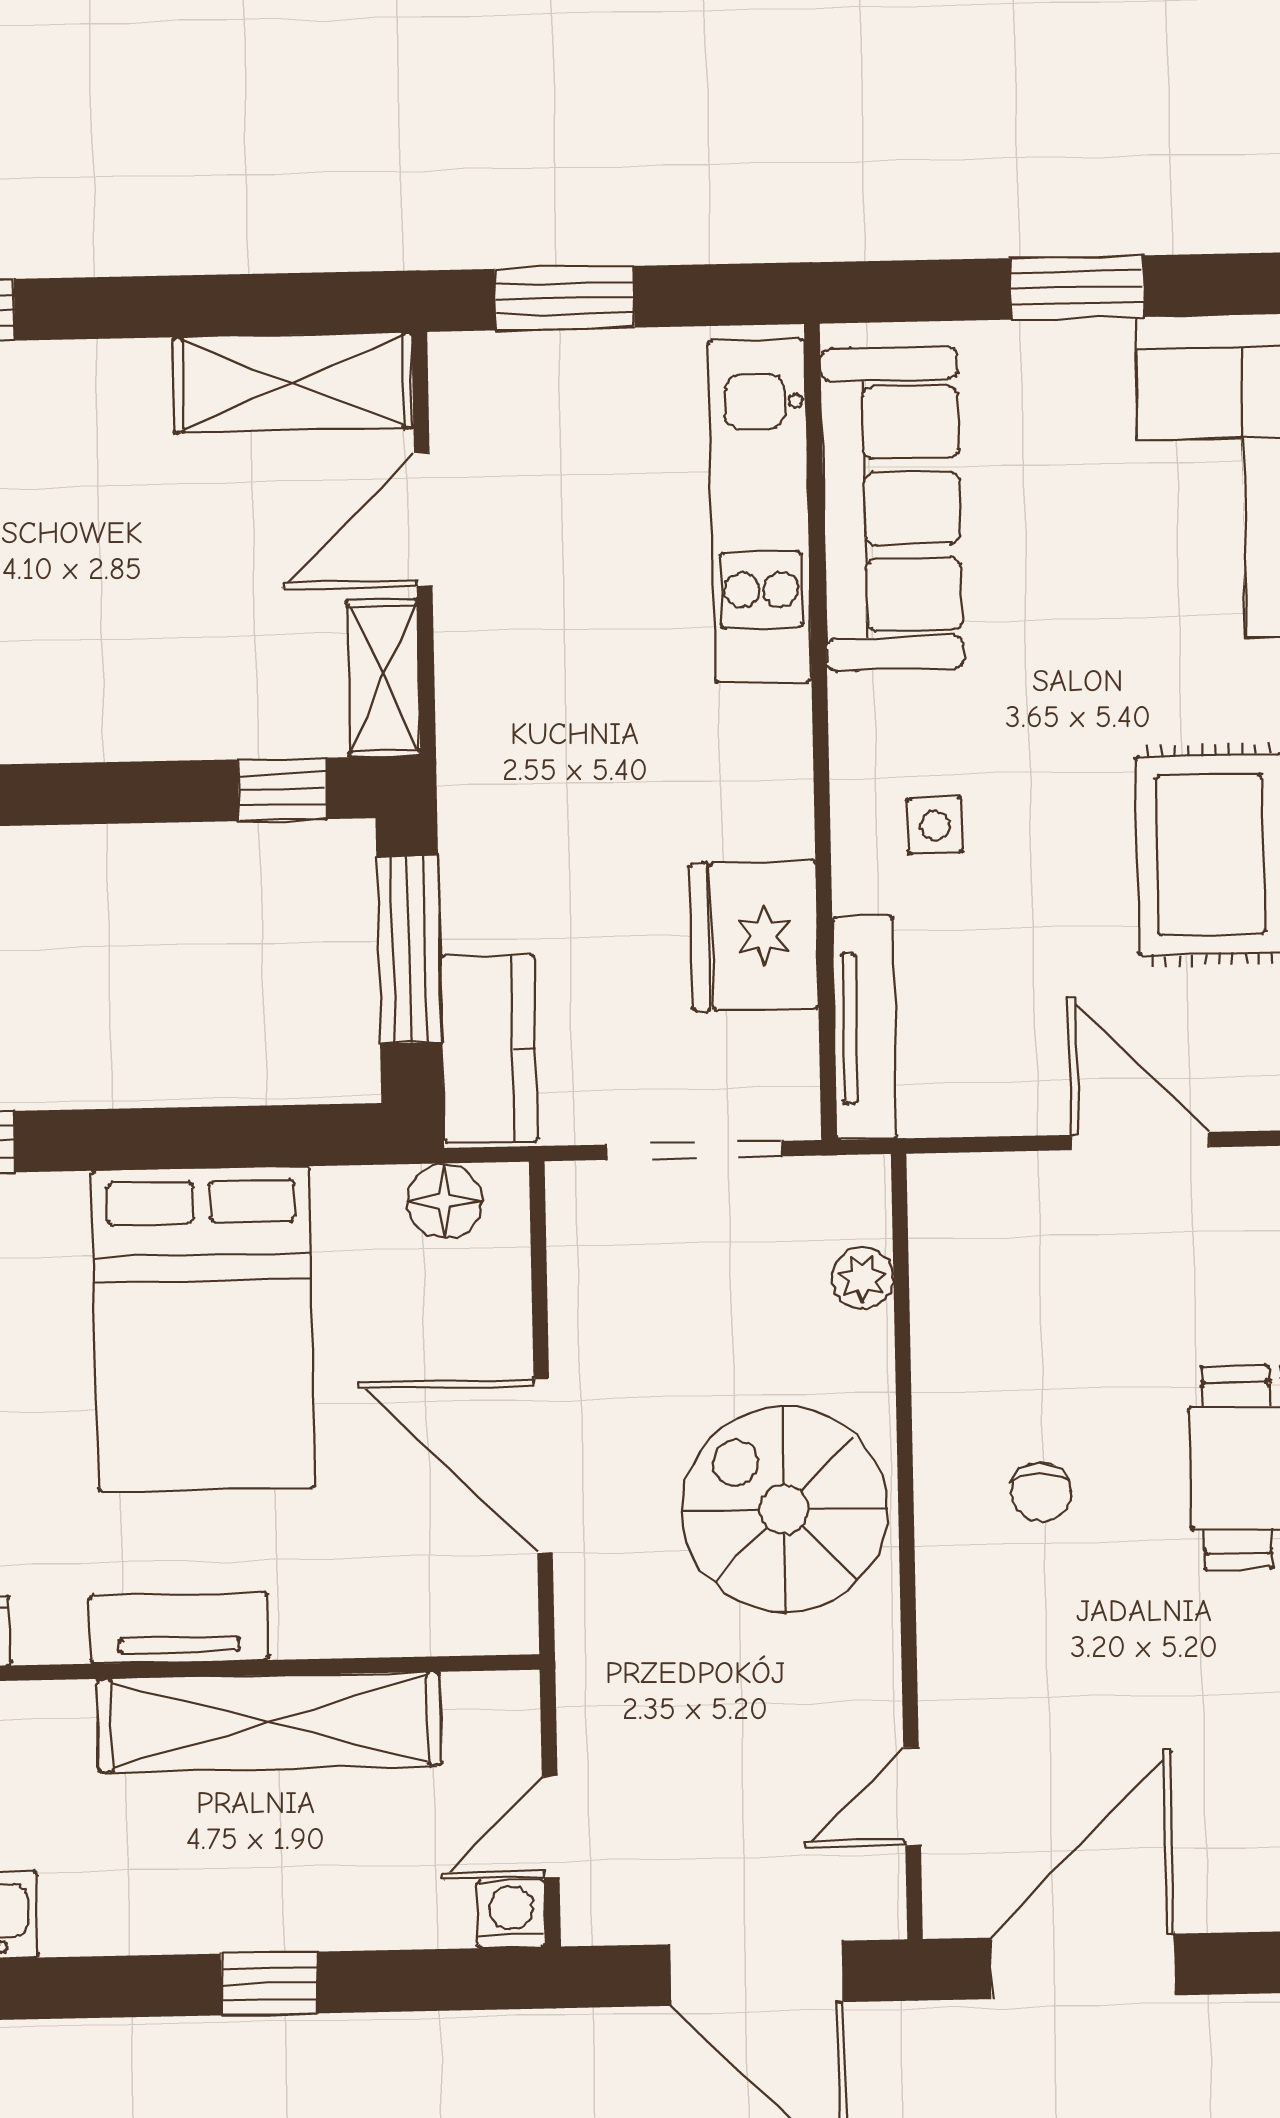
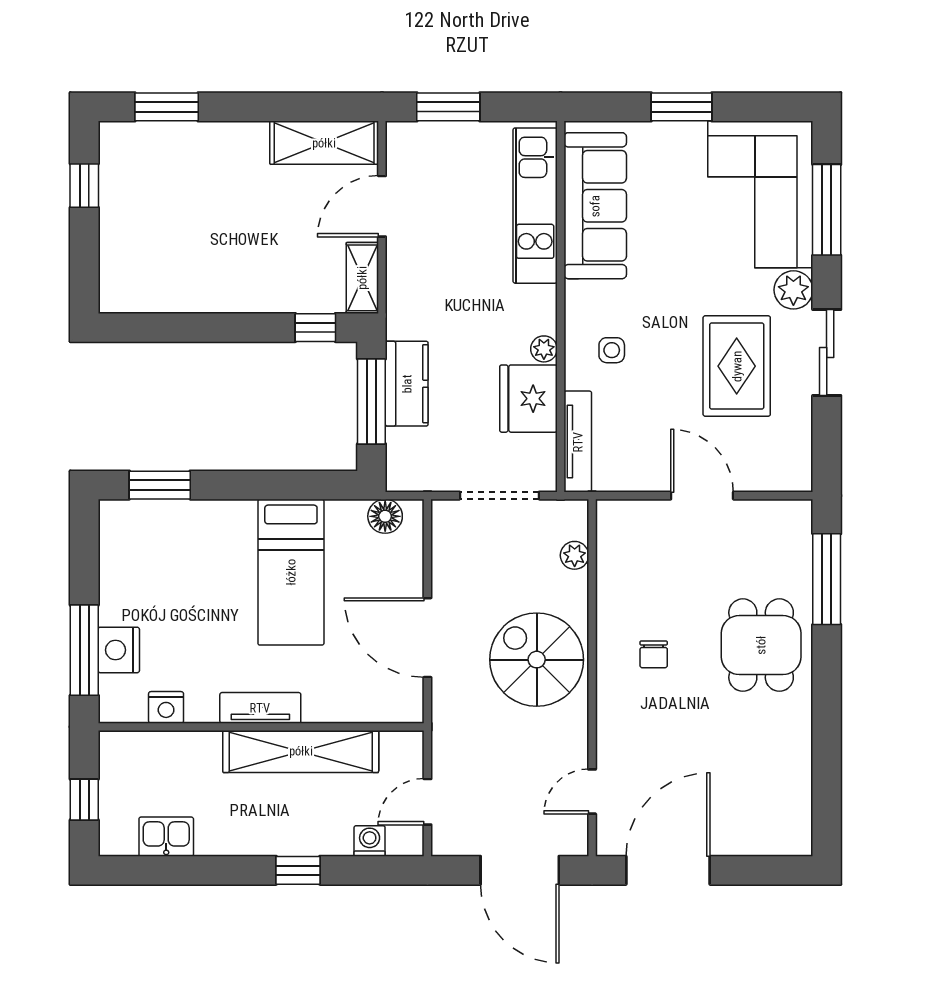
plant: (786, 826) -> (544, 349), added
kitchen counter: (489, 1049) -> (407, 384), moved
bed: (204, 1329) -> (291, 572), width x0.67
washing machine: (511, 1914) -> (370, 841), moved

